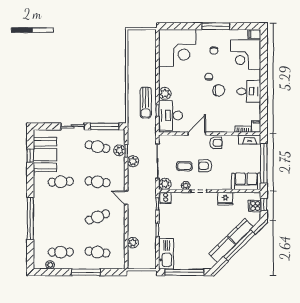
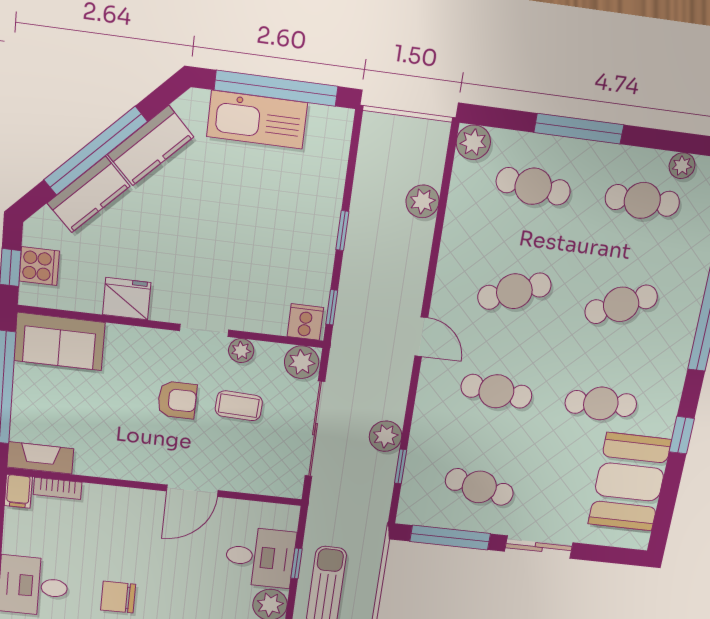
desk: (171, 115) -> (260, 557), width x0.73
armchair: (216, 143) -> (139, 460), removed
plant: (119, 150) -> (473, 142), moved
window: (30, 156) -> (682, 435), moved
cafe table: (61, 217) -> (621, 304), added
kitchen sink: (166, 254) -> (257, 120), moved, turned -90

